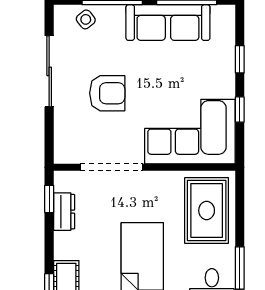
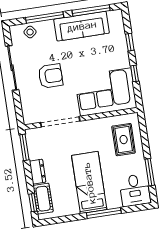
window: (49, 199) -> (24, 147), width x1.50
rug: (207, 210) -> (124, 140), width x0.73, depth x0.70
dresser: (64, 212) -> (38, 172), moved

